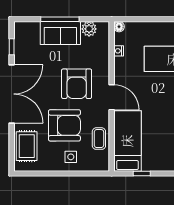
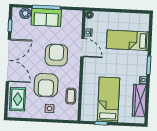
plant: (89, 29) -> (25, 13), moved
armchair: (77, 84) -> (56, 55), turned 180
door: (112, 97) -> (82, 48), moved
armchair: (64, 125) -> (46, 85), turned 90
bed: (127, 141) -> (108, 100), moved

